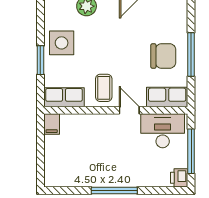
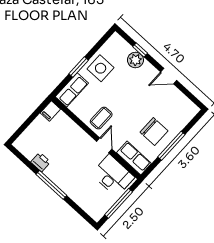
row of seats: (64, 97) -> (72, 90), moved, turned 90
printer: (179, 178) -> (41, 162), moved, turned 90

